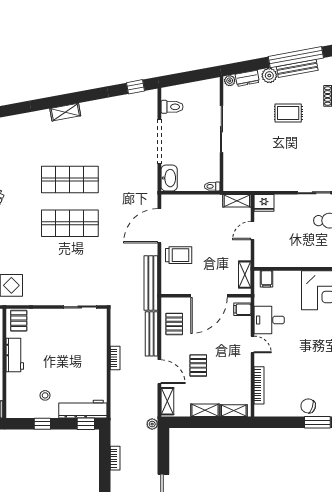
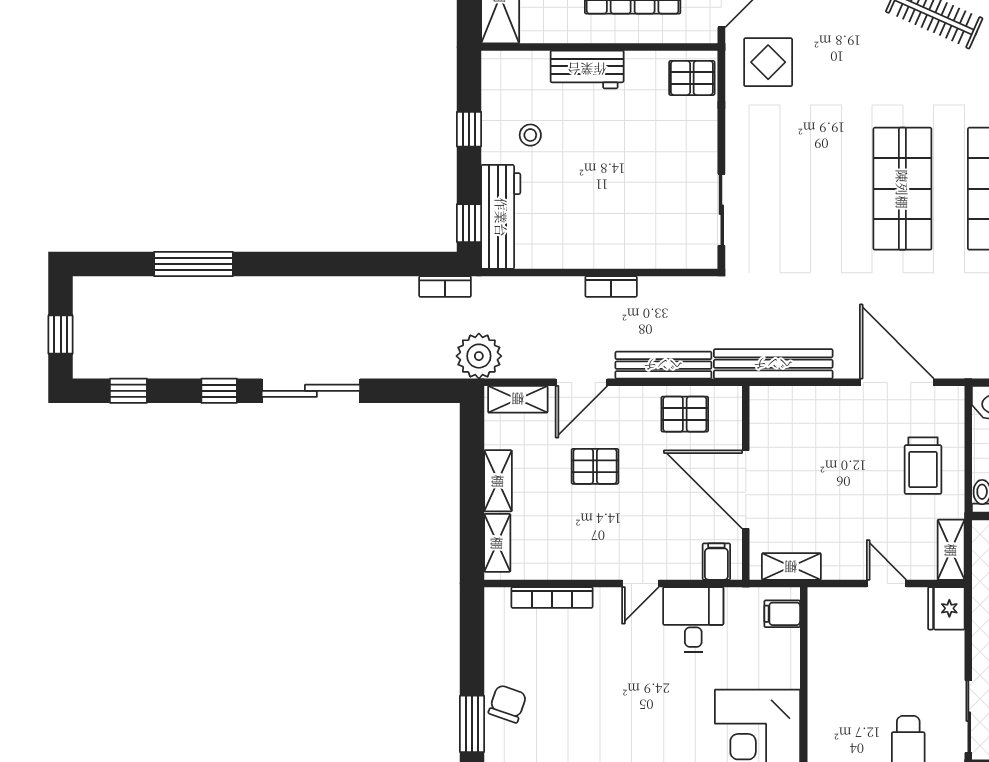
trolley: (179, 255) -> (923, 466), moved
workbench: (15, 355) -> (587, 69), moved
plant: (152, 424) -> (479, 356), width x1.88, depth x1.88
bookcase: (115, 458) -> (445, 287), moved

